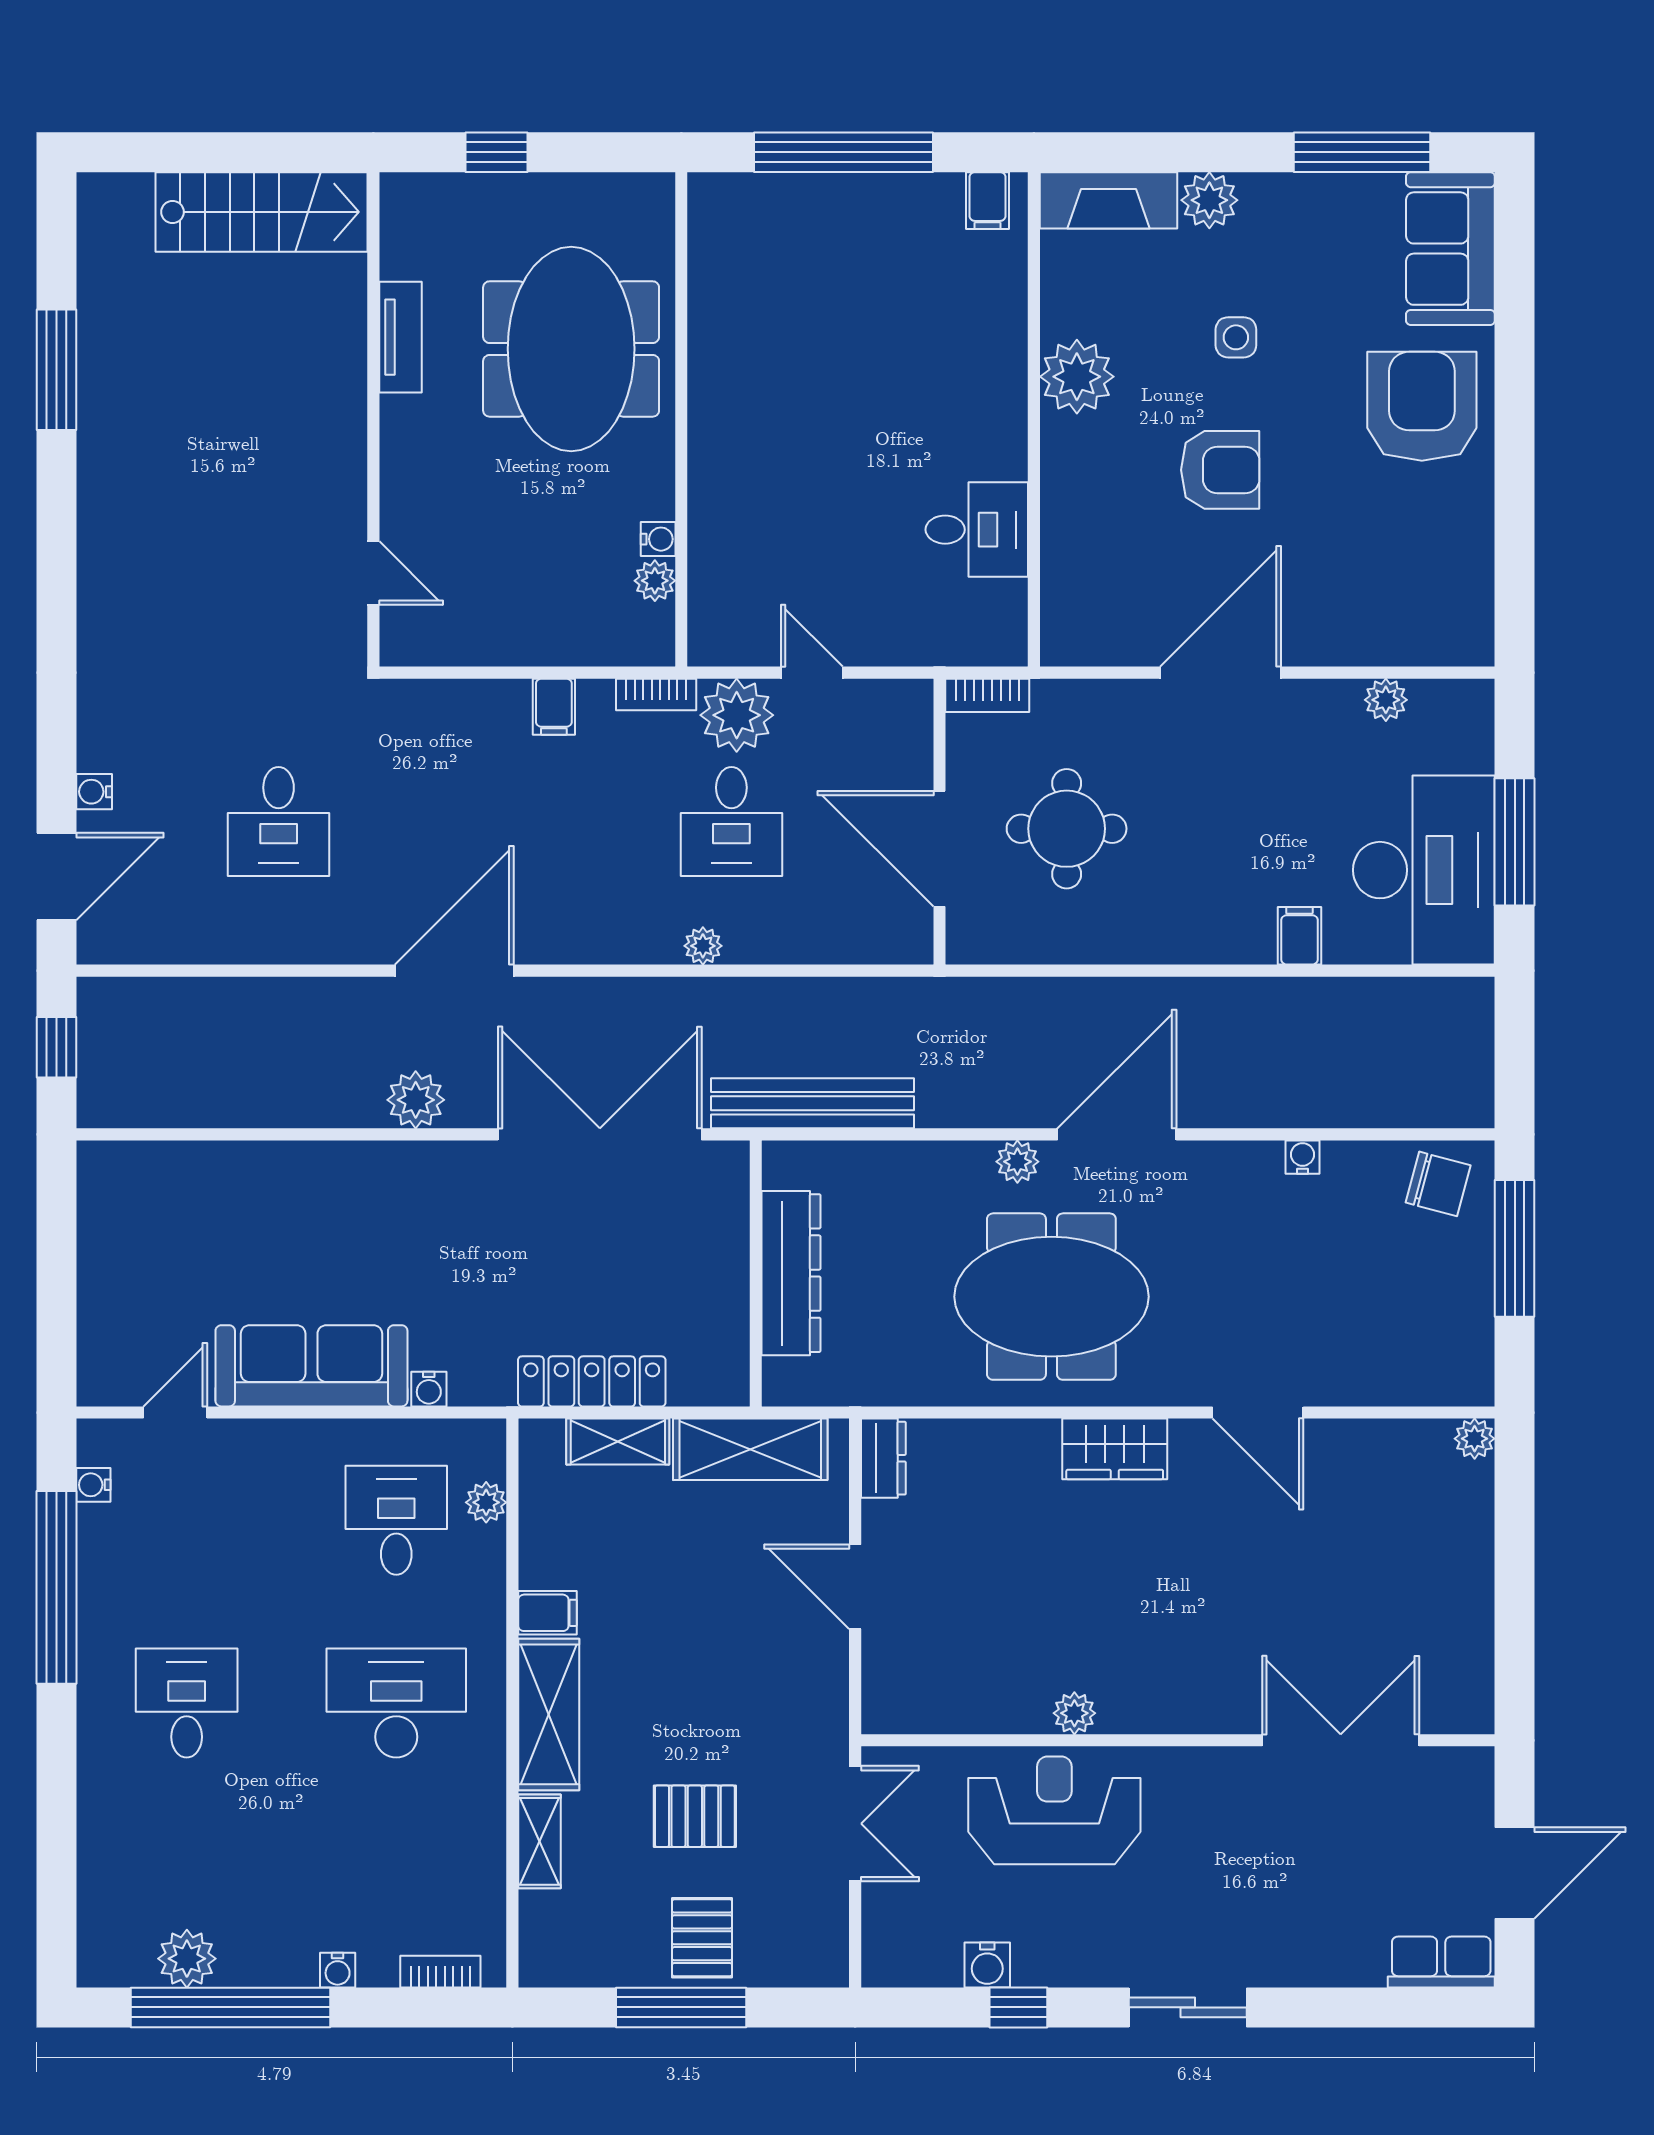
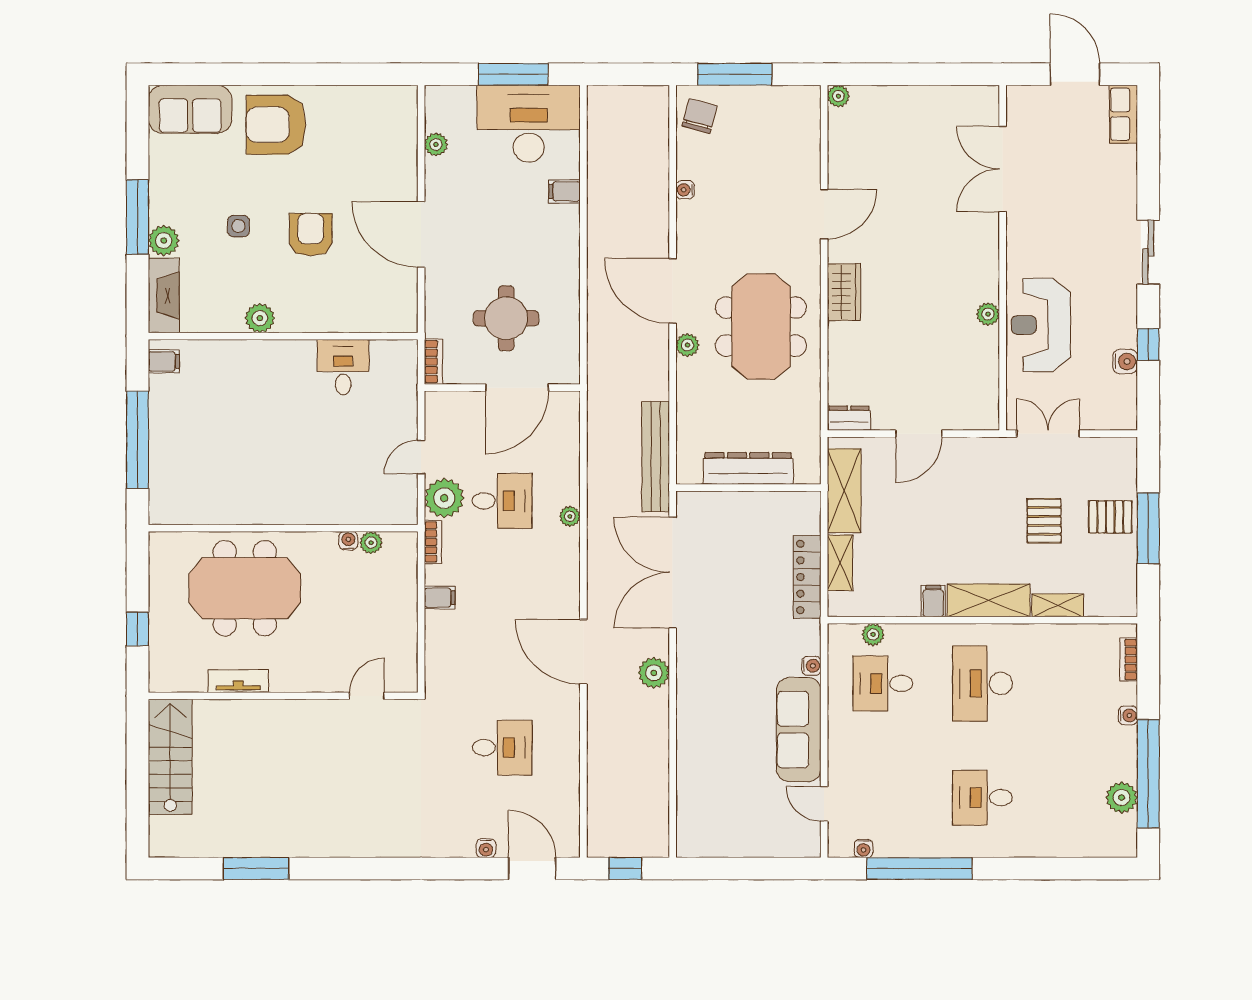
window: (1362, 152) -> (138, 217), moved
plant: (1077, 377) -> (260, 318), width x0.73, depth x0.73

